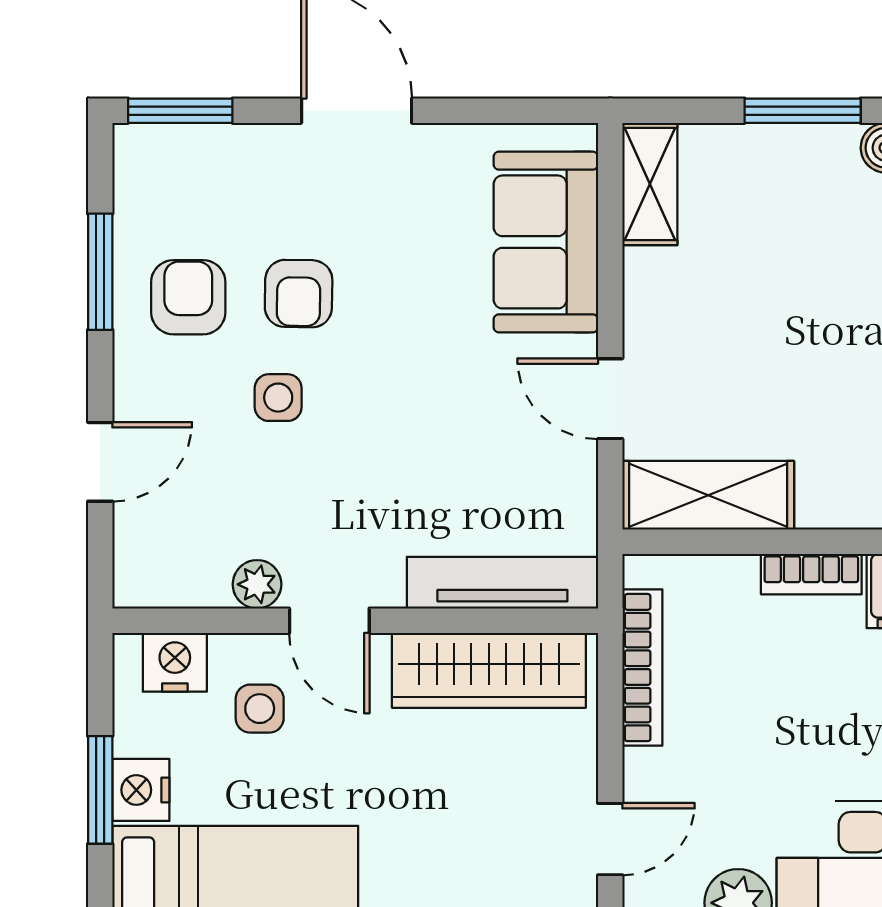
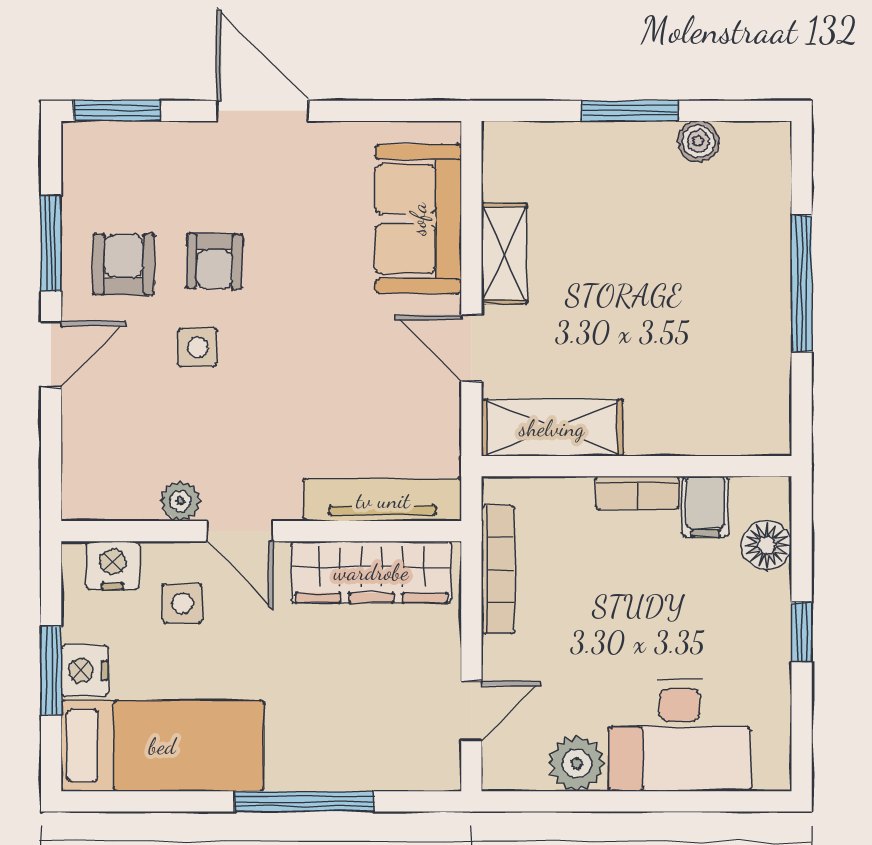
shelving: (650, 184) -> (504, 254), moved
door: (100, 462) -> (51, 354), moved

